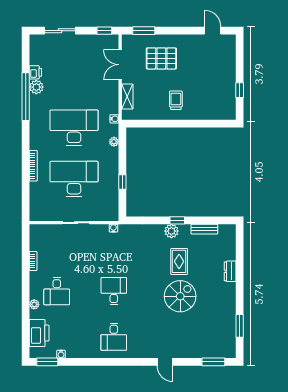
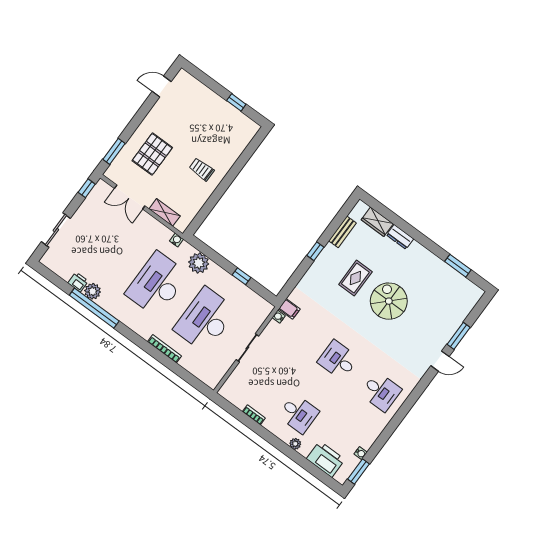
plant: (114, 142) -> (199, 263), width x1.87, depth x1.87
plant: (171, 231) -> (322, 264), removed
filing cabinet: (124, 232) -> (289, 309), added
wardrobe: (229, 248) -> (377, 222), added
rug: (179, 261) -> (355, 278), turned 90
window: (213, 362) -> (459, 336), moved

